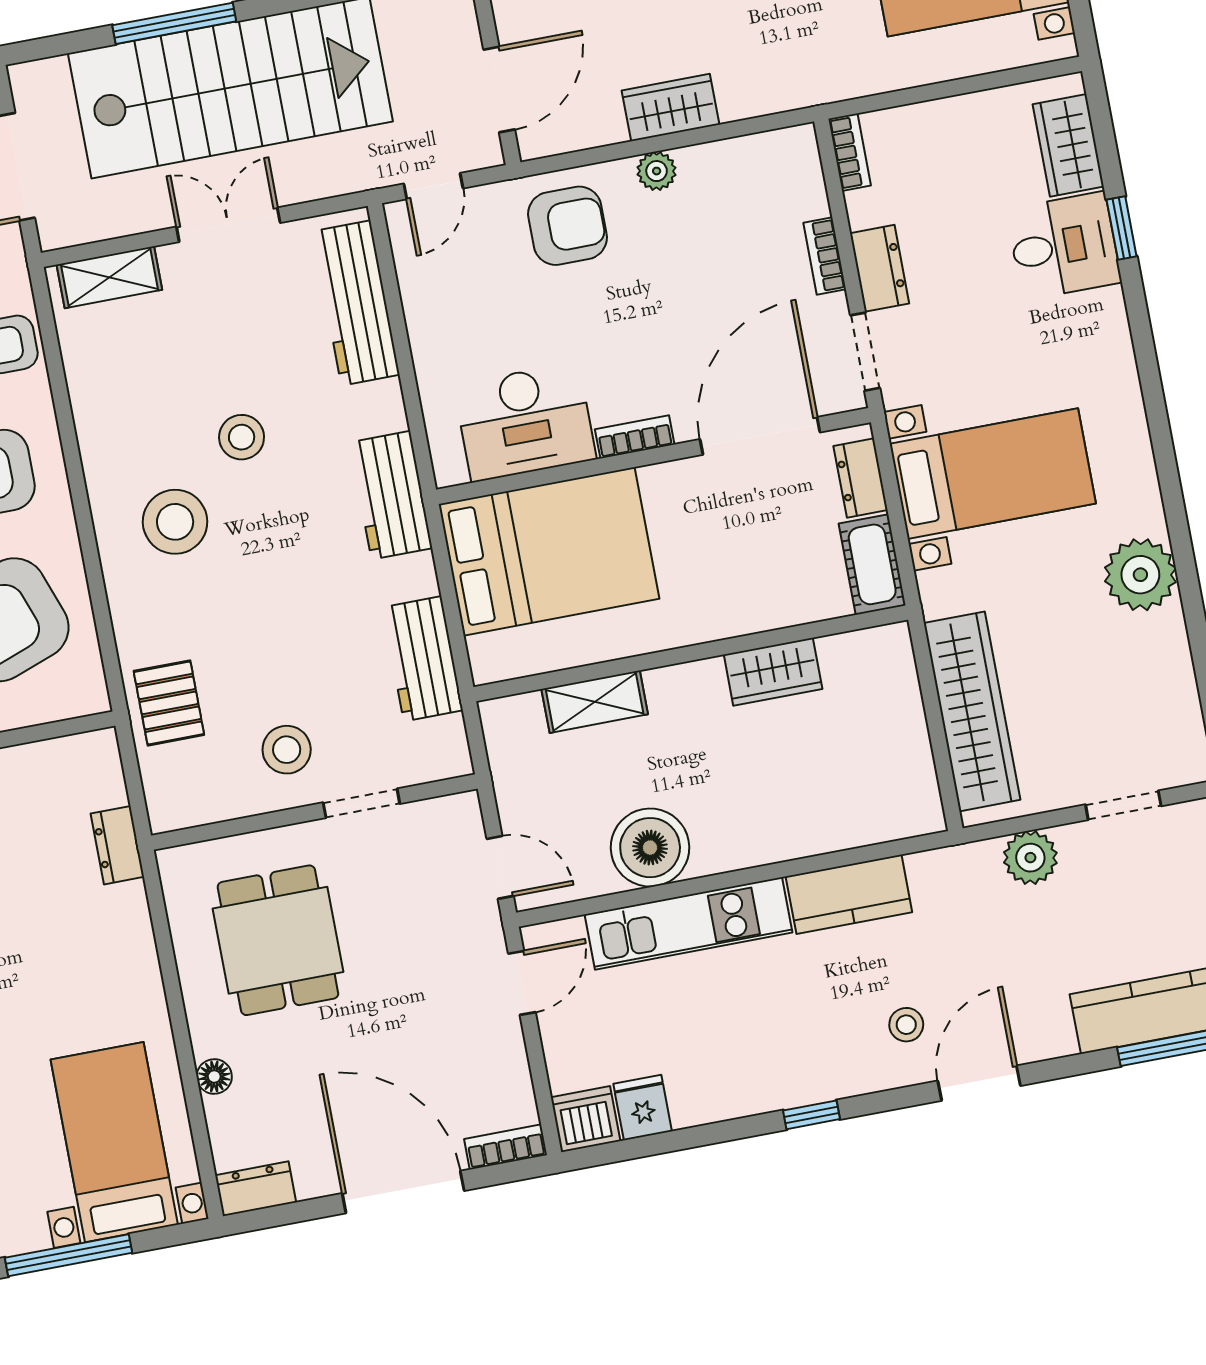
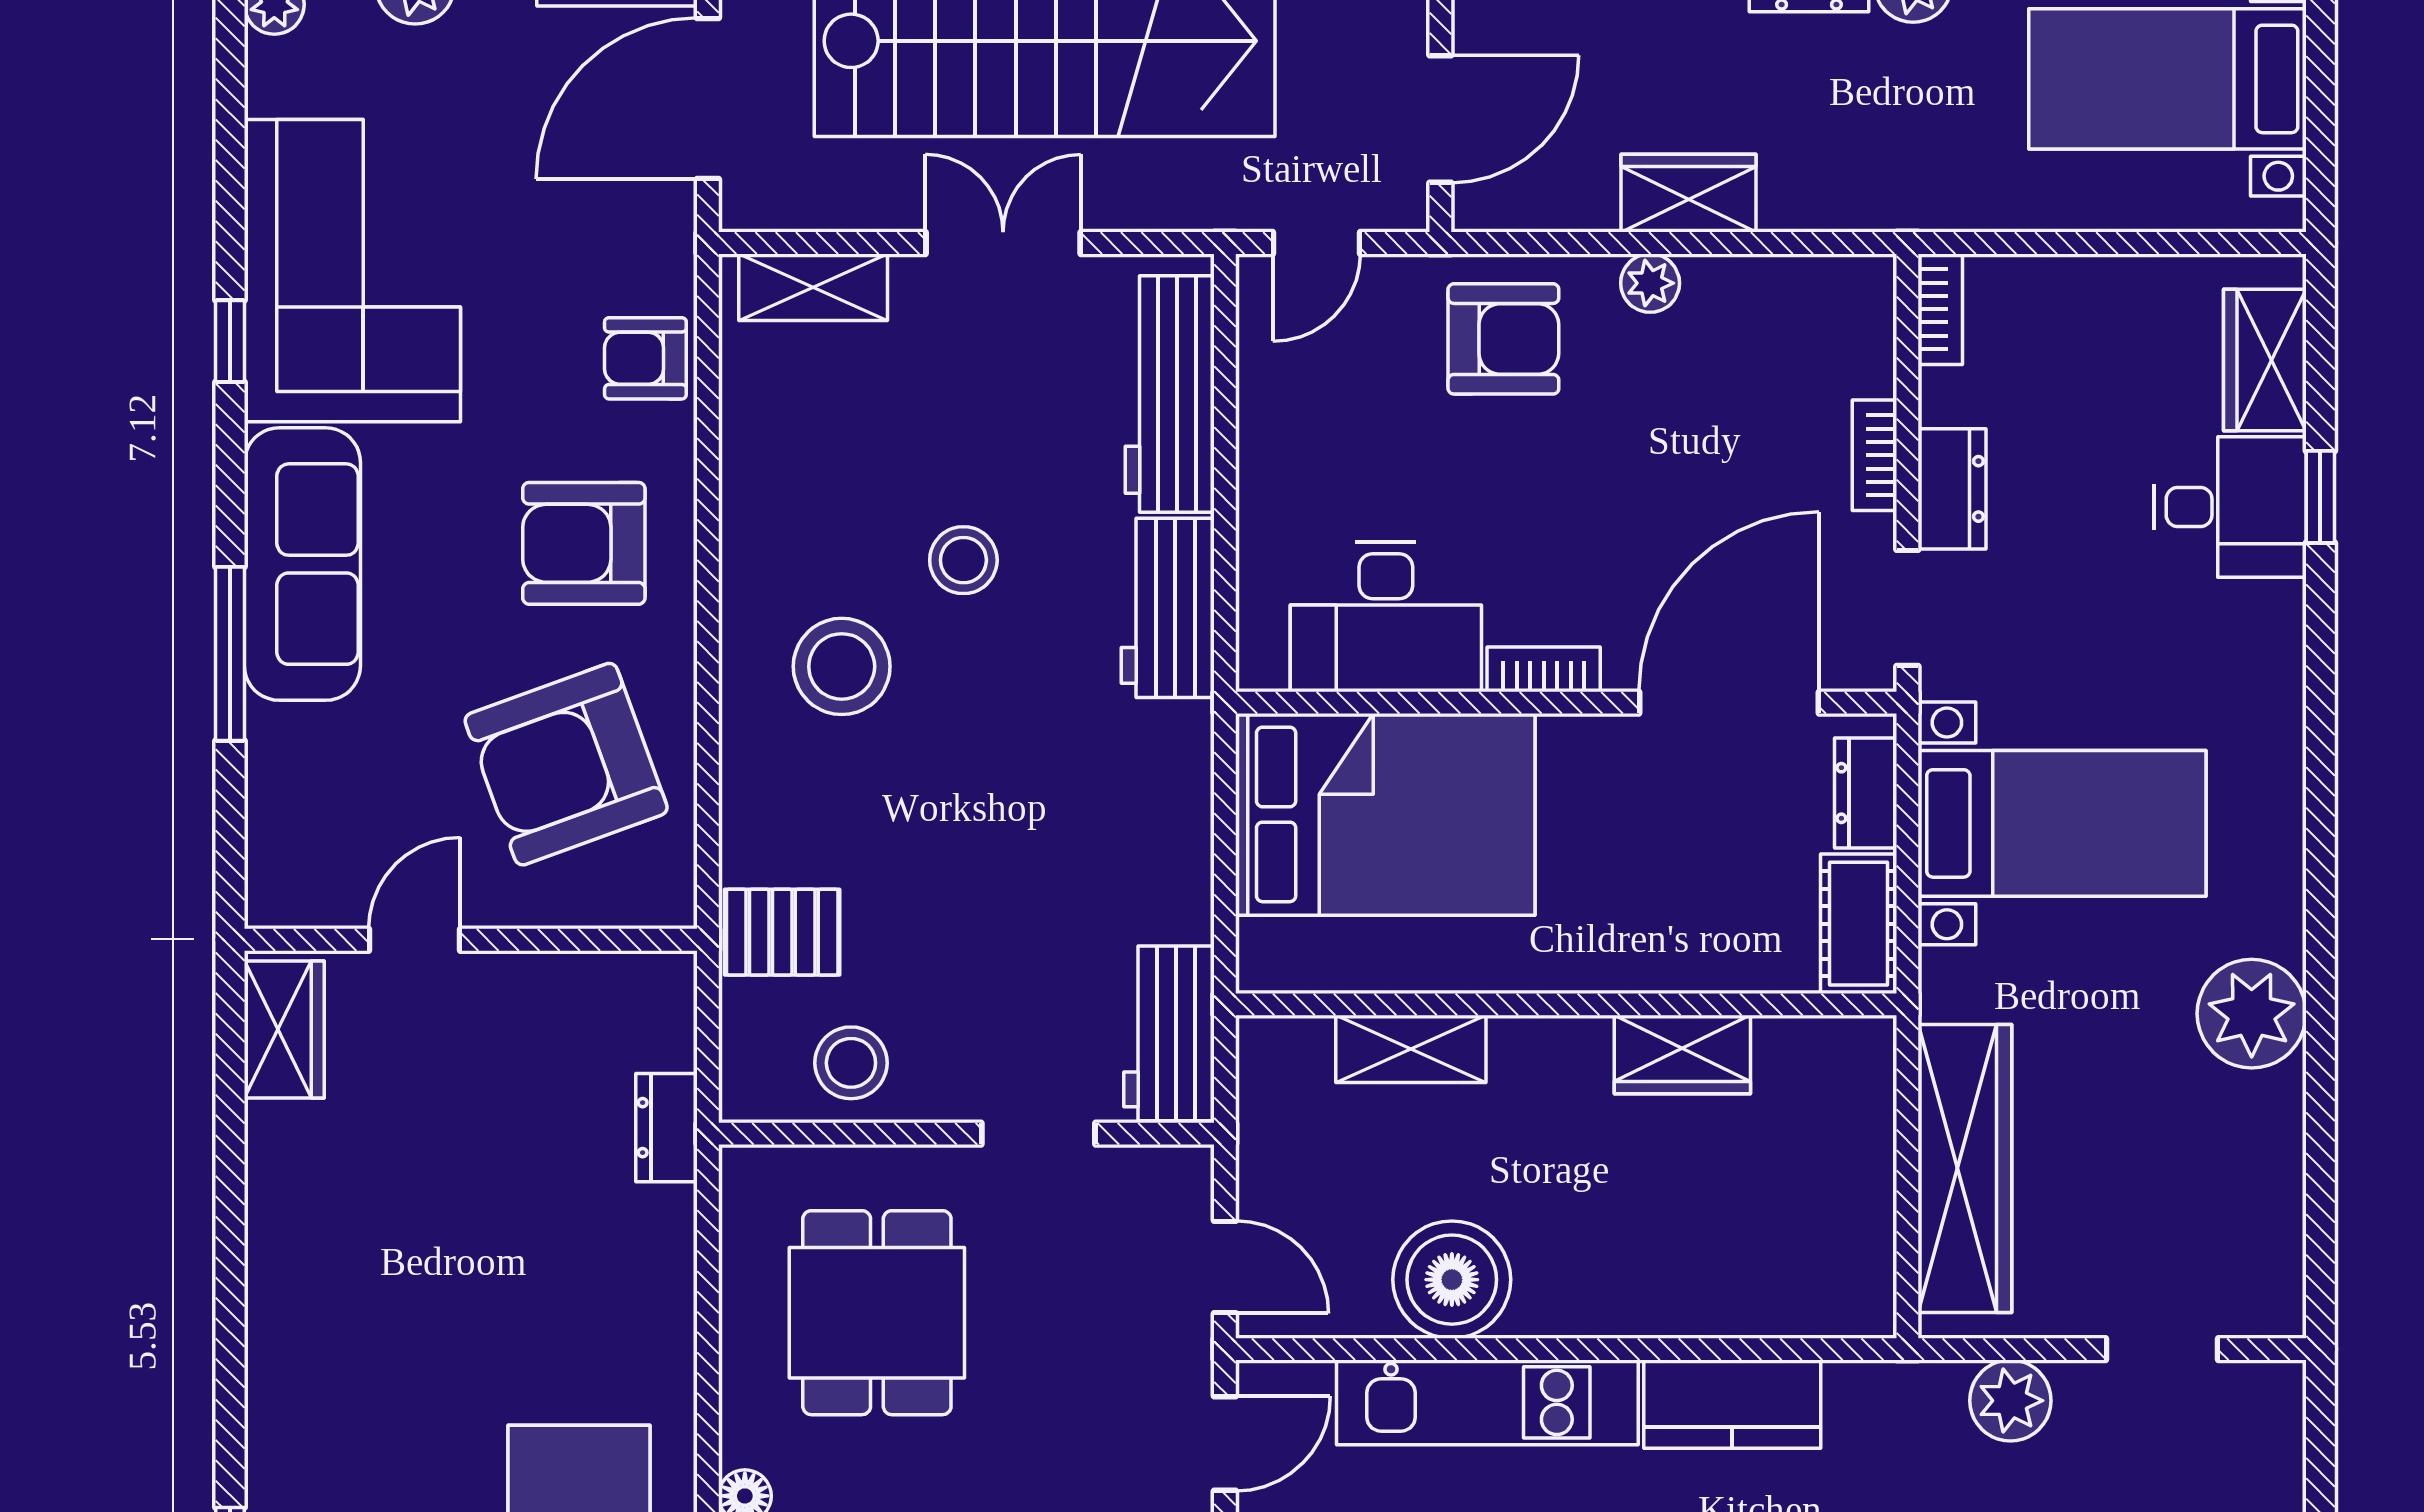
workbench: (391, 495) -> (1168, 608), moved
workbench: (423, 659) -> (1169, 1033), moved
pallet: (169, 703) -> (782, 932), turned 90
stool: (287, 750) -> (851, 1063), moved

